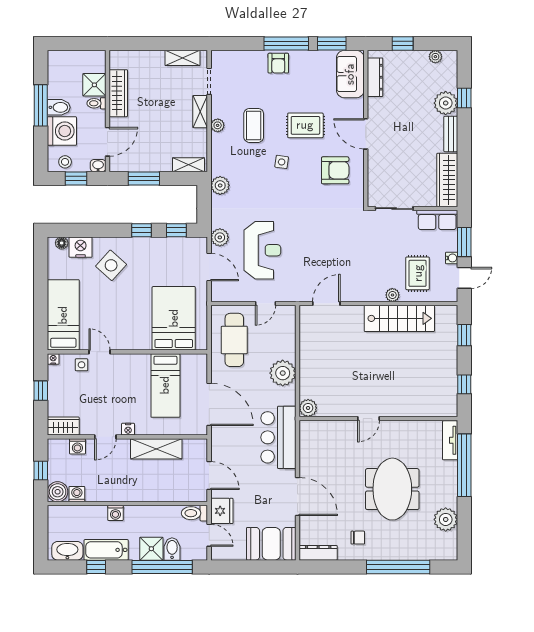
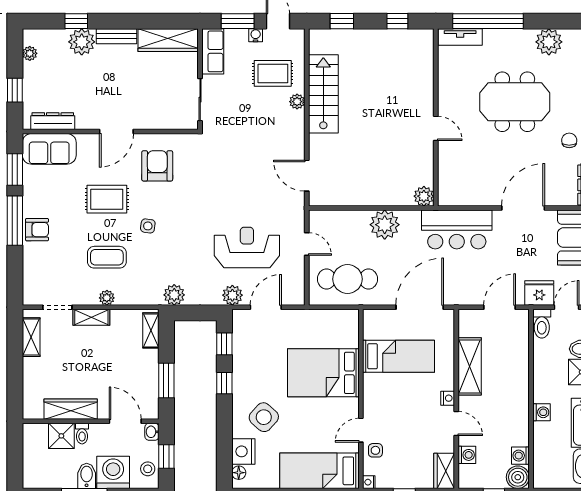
rug: (305, 125) -> (107, 199), turned 90
bed: (174, 318) -> (323, 373), moved

